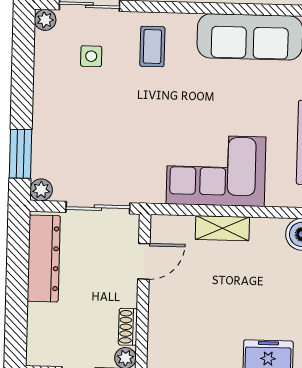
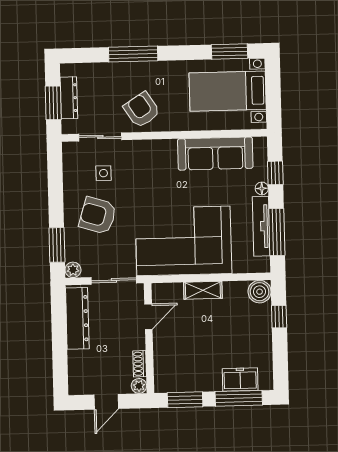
plant: (45, 20) -> (69, 149), removed
coffee table: (152, 47) -> (146, 164), removed
armchair: (80, 115) -> (98, 216), added
corner sofa: (216, 170) -> (183, 241), width x1.36, depth x1.36

